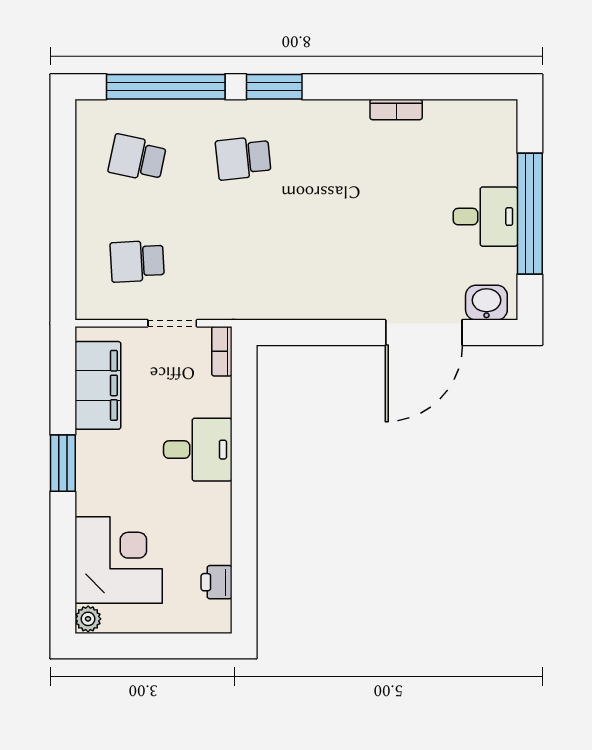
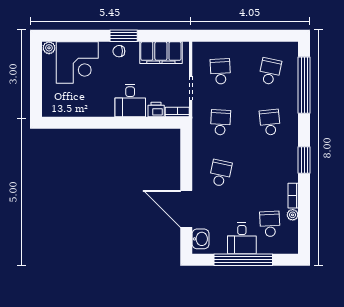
window: (274, 87) -> (304, 160), moved
plant: (436, 111) -> (293, 215), added
school desk: (455, 158) -> (270, 224), added
school desk: (243, 261) -> (220, 122), added
school desk: (349, 261) -> (220, 173), added
chair: (95, 473) -> (119, 51), added
printer: (217, 582) -> (156, 109), moved

